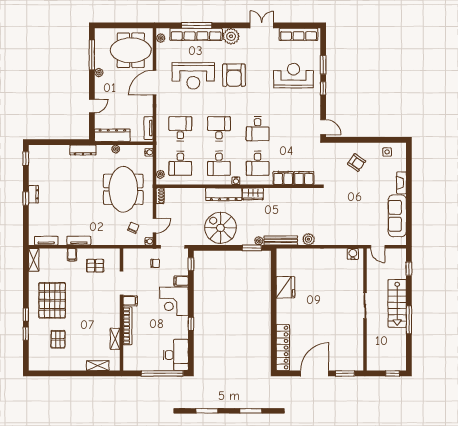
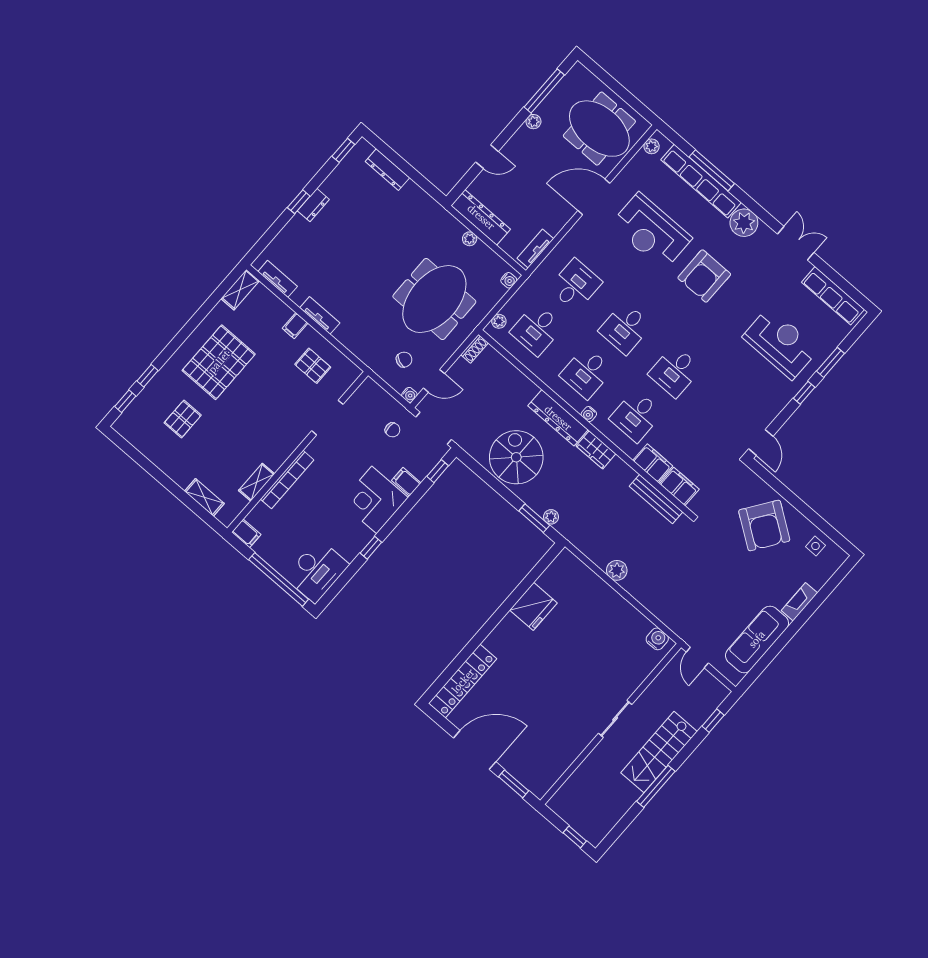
desk: (219, 129) -> (625, 328), turned 180
dresser: (83, 150) -> (387, 170), moved
armchair: (357, 163) -> (764, 525), width x1.88, depth x1.88
bench: (281, 240) -> (656, 499), moved
filing cabinet: (130, 301) -> (246, 533), moved
window: (26, 315) -> (125, 401), moved

